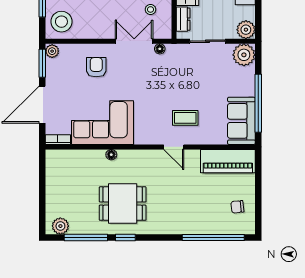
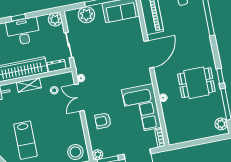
plant: (244, 55) -> (86, 15), moved
coffee table: (185, 118) -> (127, 50), removed
door: (174, 147) -> (149, 54), width x1.88
dining table: (123, 204) -> (196, 83), turned 90

